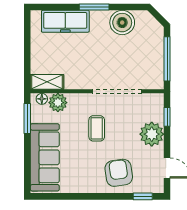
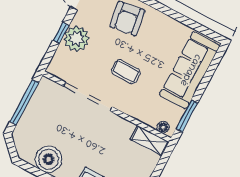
plant: (58, 103) -> (150, 116), removed
window: (167, 117) -> (61, 33), moved
coffee table: (97, 128) -> (126, 72), turned 90

